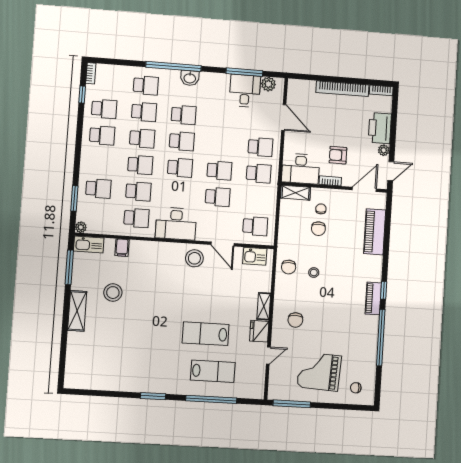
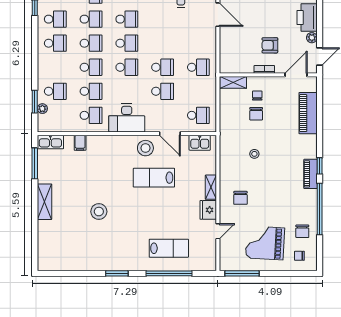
school desk: (260, 147) -> (198, 43), removed
desk: (301, 169) -> (236, 60), removed
plant: (81, 227) -> (42, 109), moved
chair: (289, 267) -> (302, 231), moved
stool: (113, 293) -> (99, 212), moved
lab bench: (206, 334) -> (154, 178), moved

